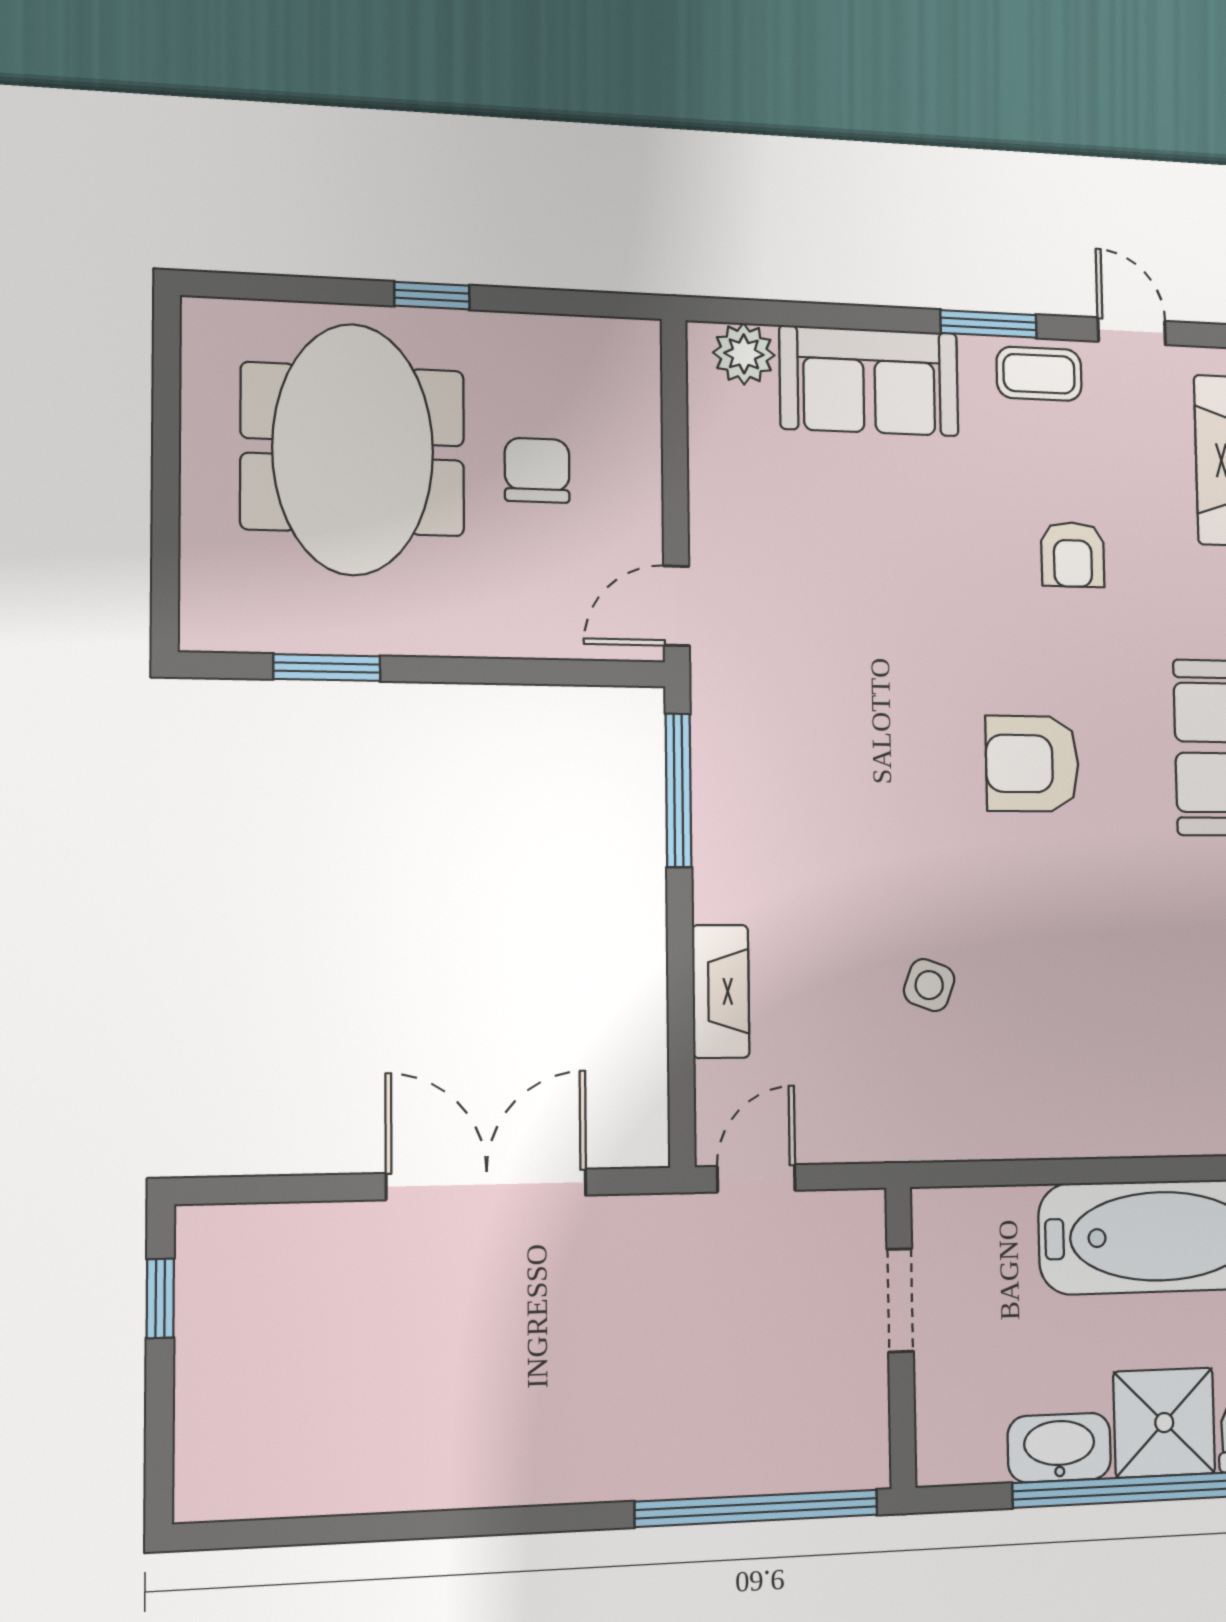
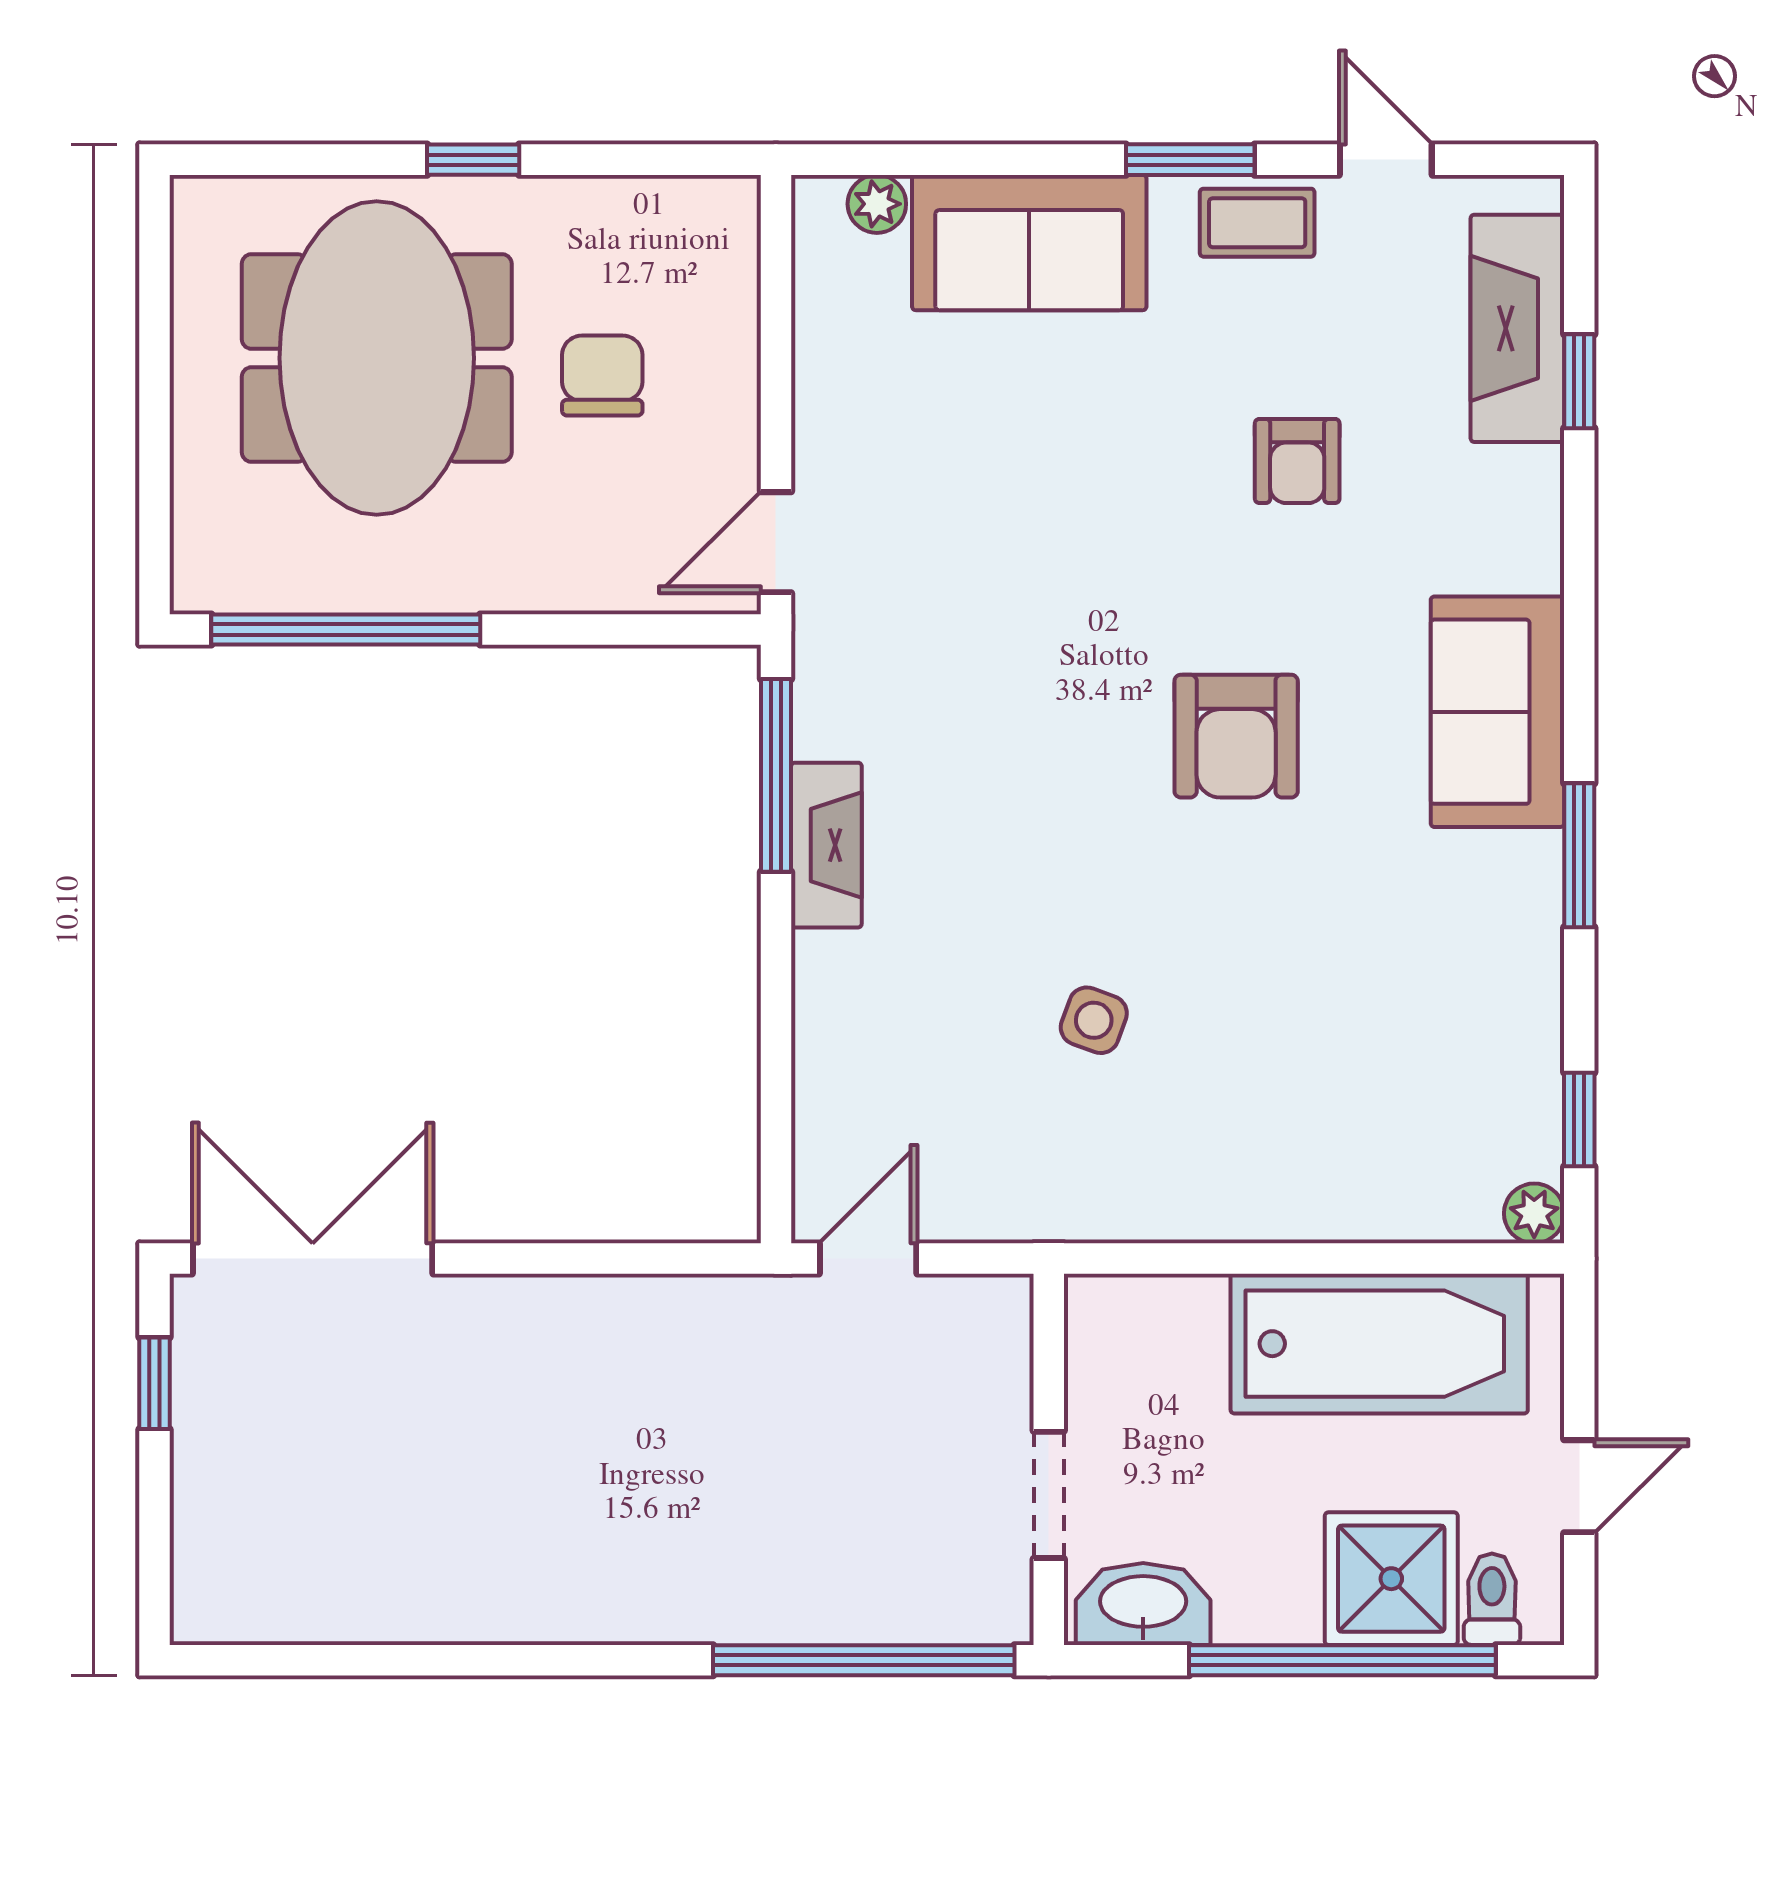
plant: (744, 354) -> (877, 204), width x0.73, depth x0.73
window: (327, 668) -> (346, 629), width x2.11
armchair: (1032, 764) -> (1236, 736), turned -90
fireplace: (721, 991) -> (826, 845), moved
double door: (487, 1184) -> (313, 1259), moved
doorway: (900, 1300) -> (1049, 1495), moved
washbasin: (1059, 1448) -> (1143, 1604), moved

